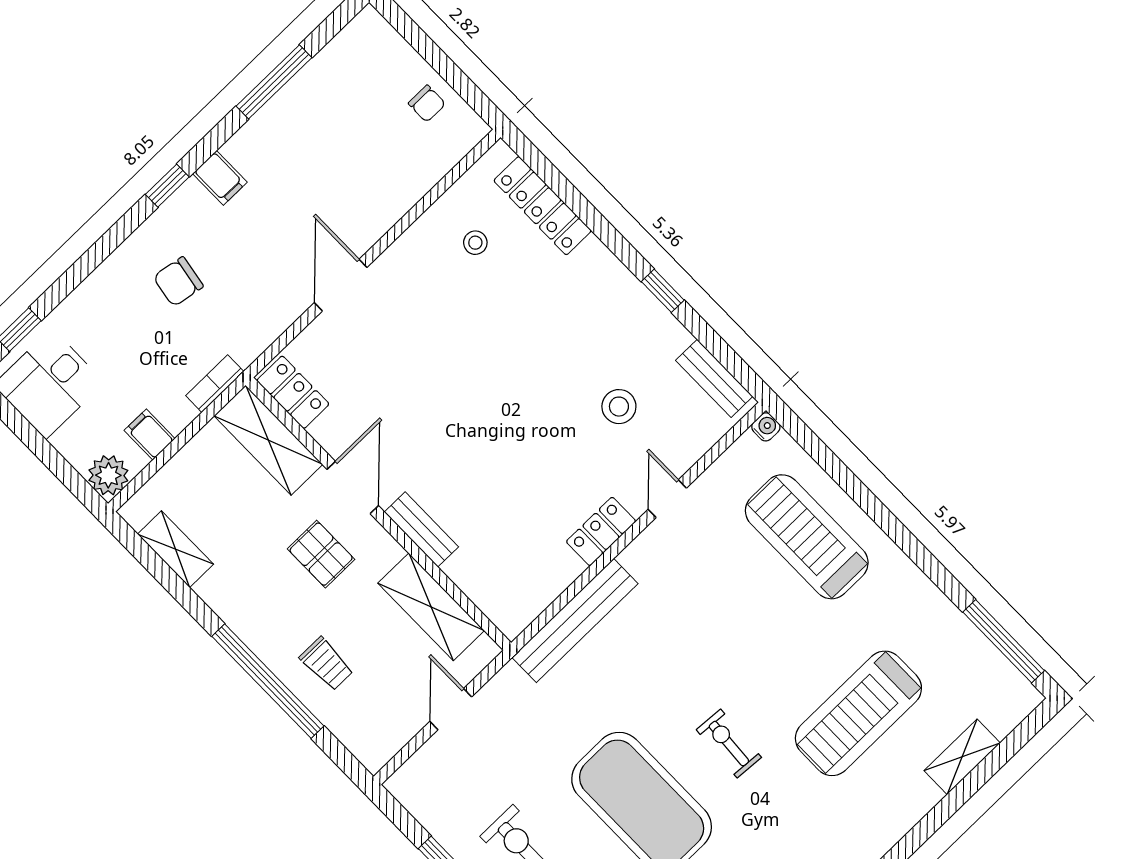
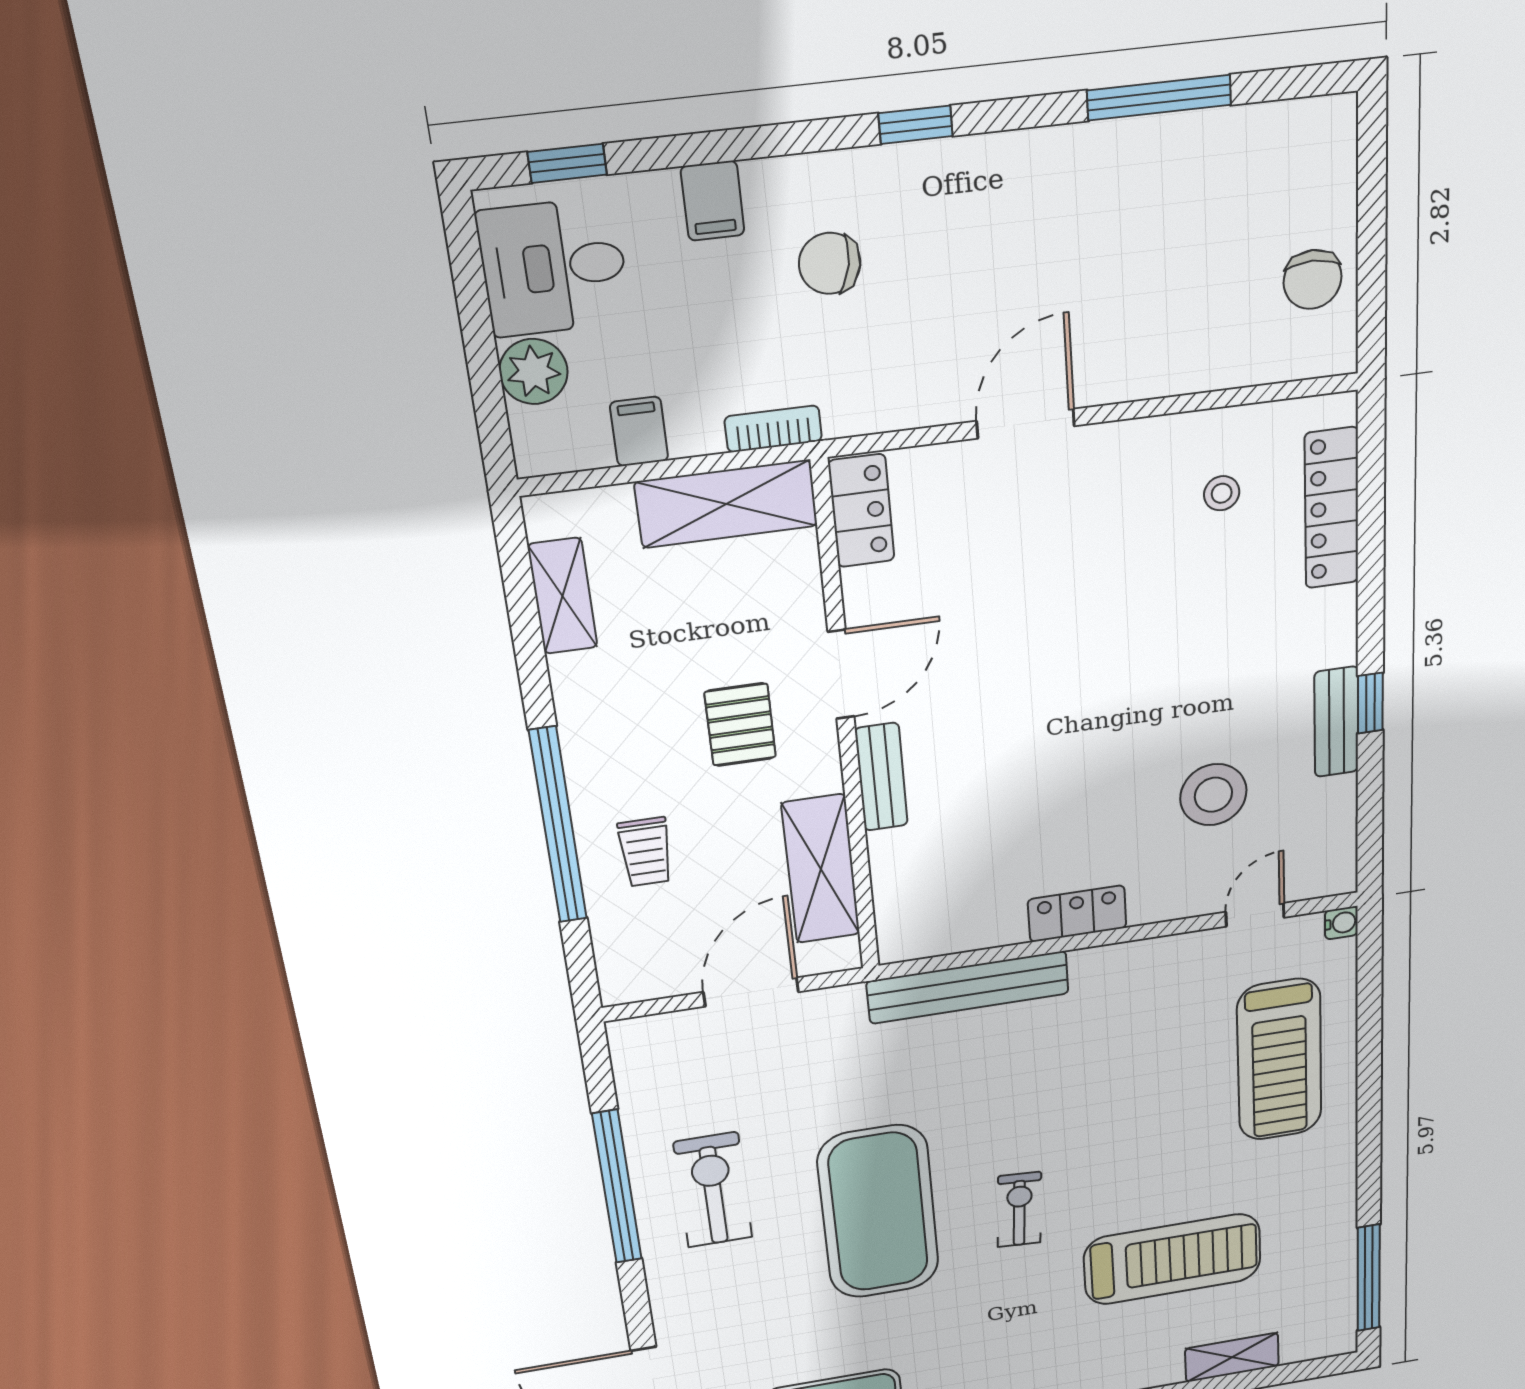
chair: (427, 104) -> (1313, 280), width x1.37, depth x1.37
filing cabinet: (220, 178) -> (713, 201), moved
bench: (714, 378) -> (1336, 722), moved
stool: (619, 407) -> (1213, 795), width x1.38, depth x1.38
shelving: (268, 440) -> (726, 504), moved, turned 90
plant: (108, 475) -> (534, 372), moved
door: (667, 499) -> (1255, 915), moved
treadmill: (807, 537) -> (1279, 1060), turned 180
door: (451, 709) -> (751, 992), width x1.38
treadmill: (858, 713) -> (1172, 1259), turned 180

